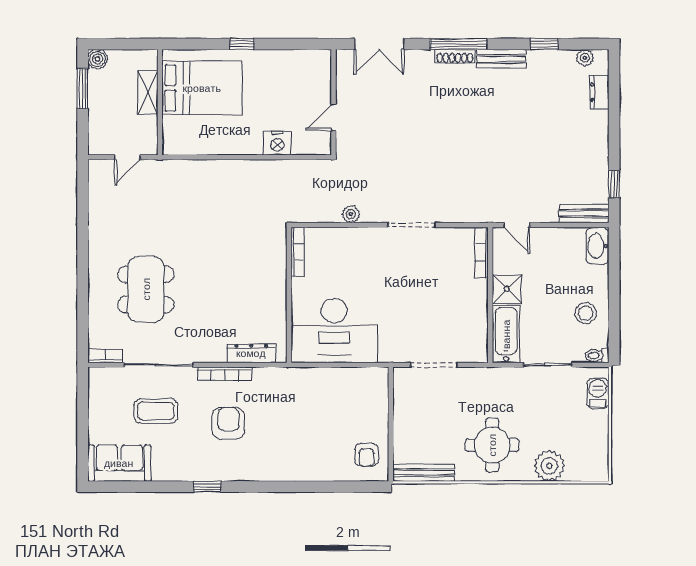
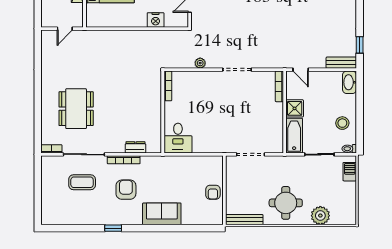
desk: (334, 331) -> (178, 138), width x0.53, depth x0.77
dresser: (251, 353) -> (135, 147), width x0.70
armchair: (367, 455) -> (213, 192), moved
sofa: (119, 463) -> (162, 214), moved

